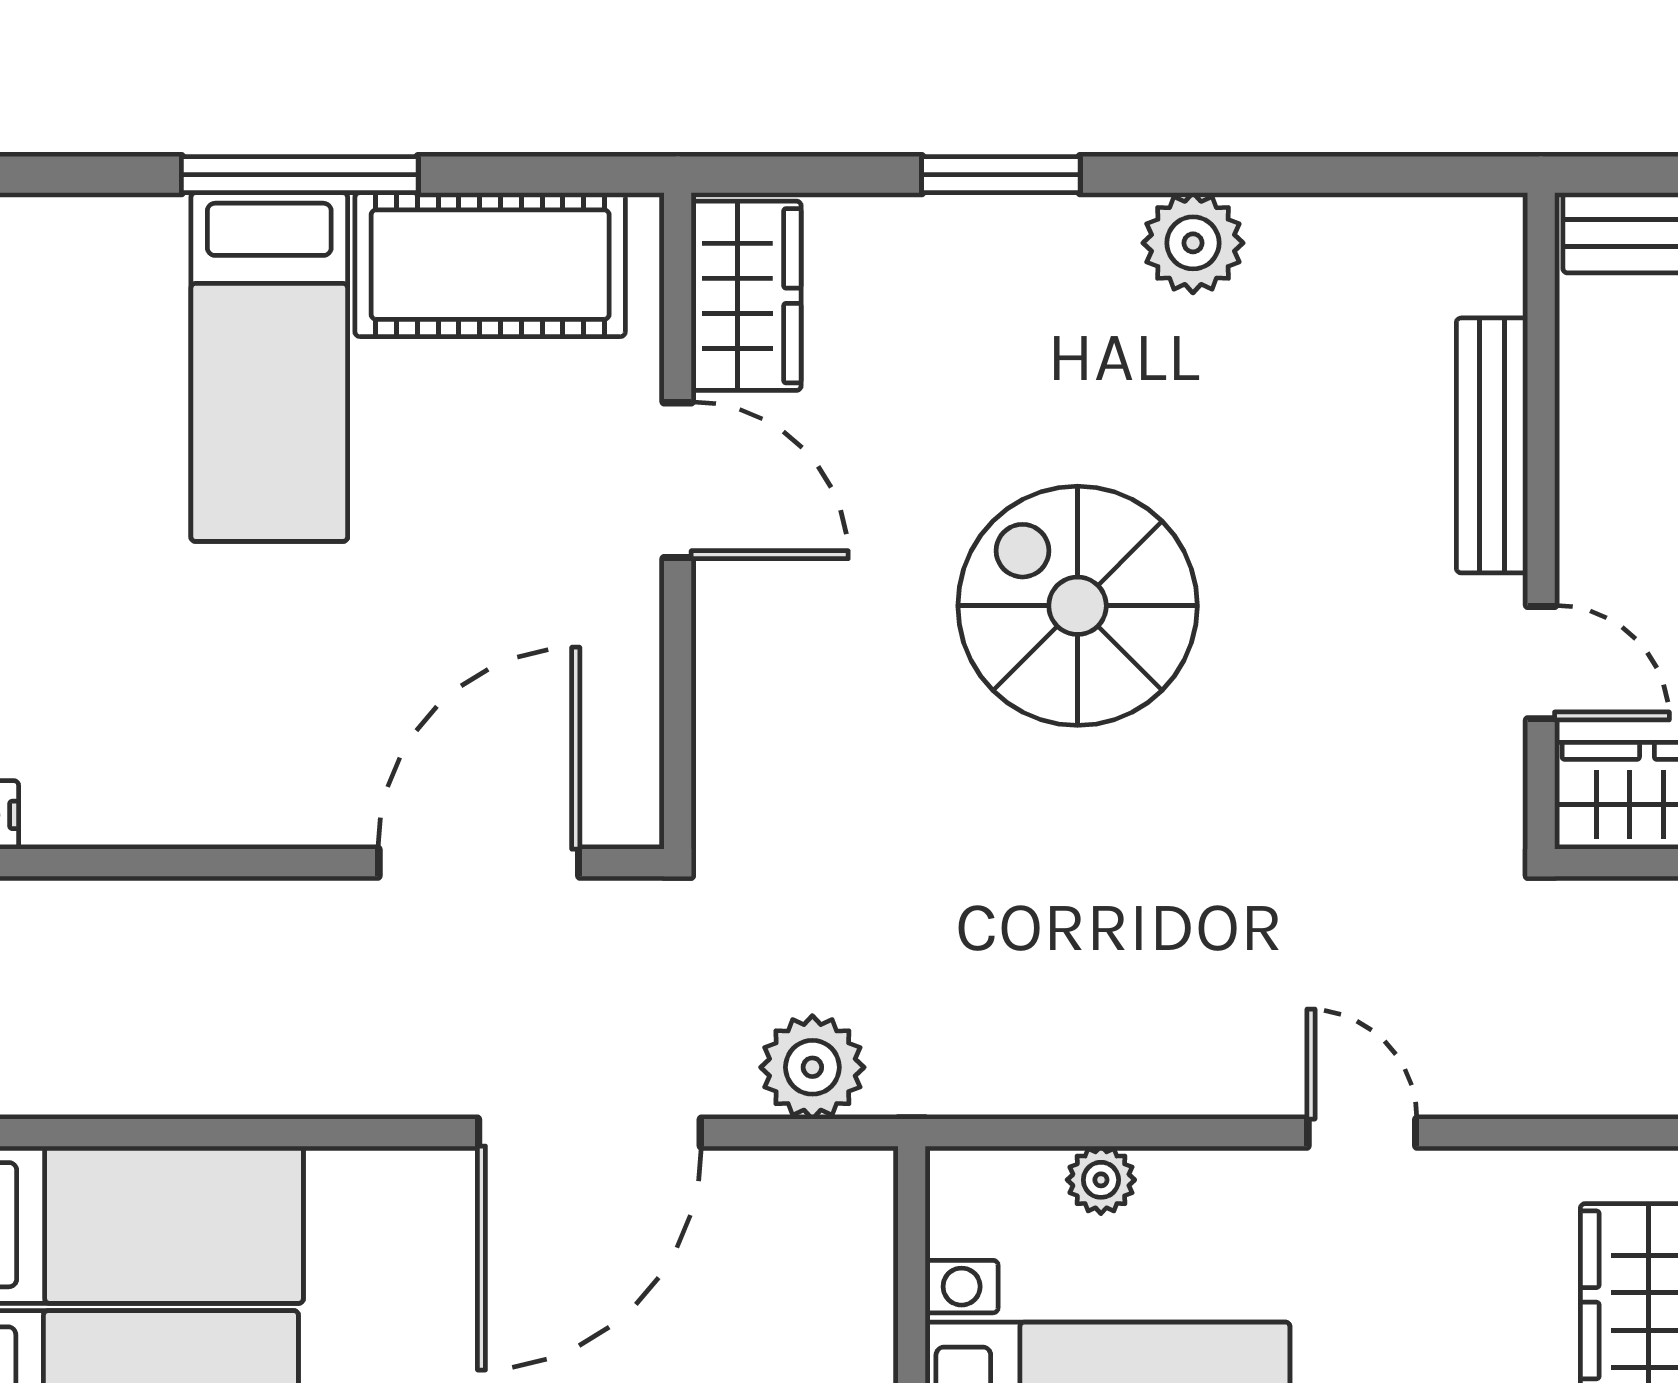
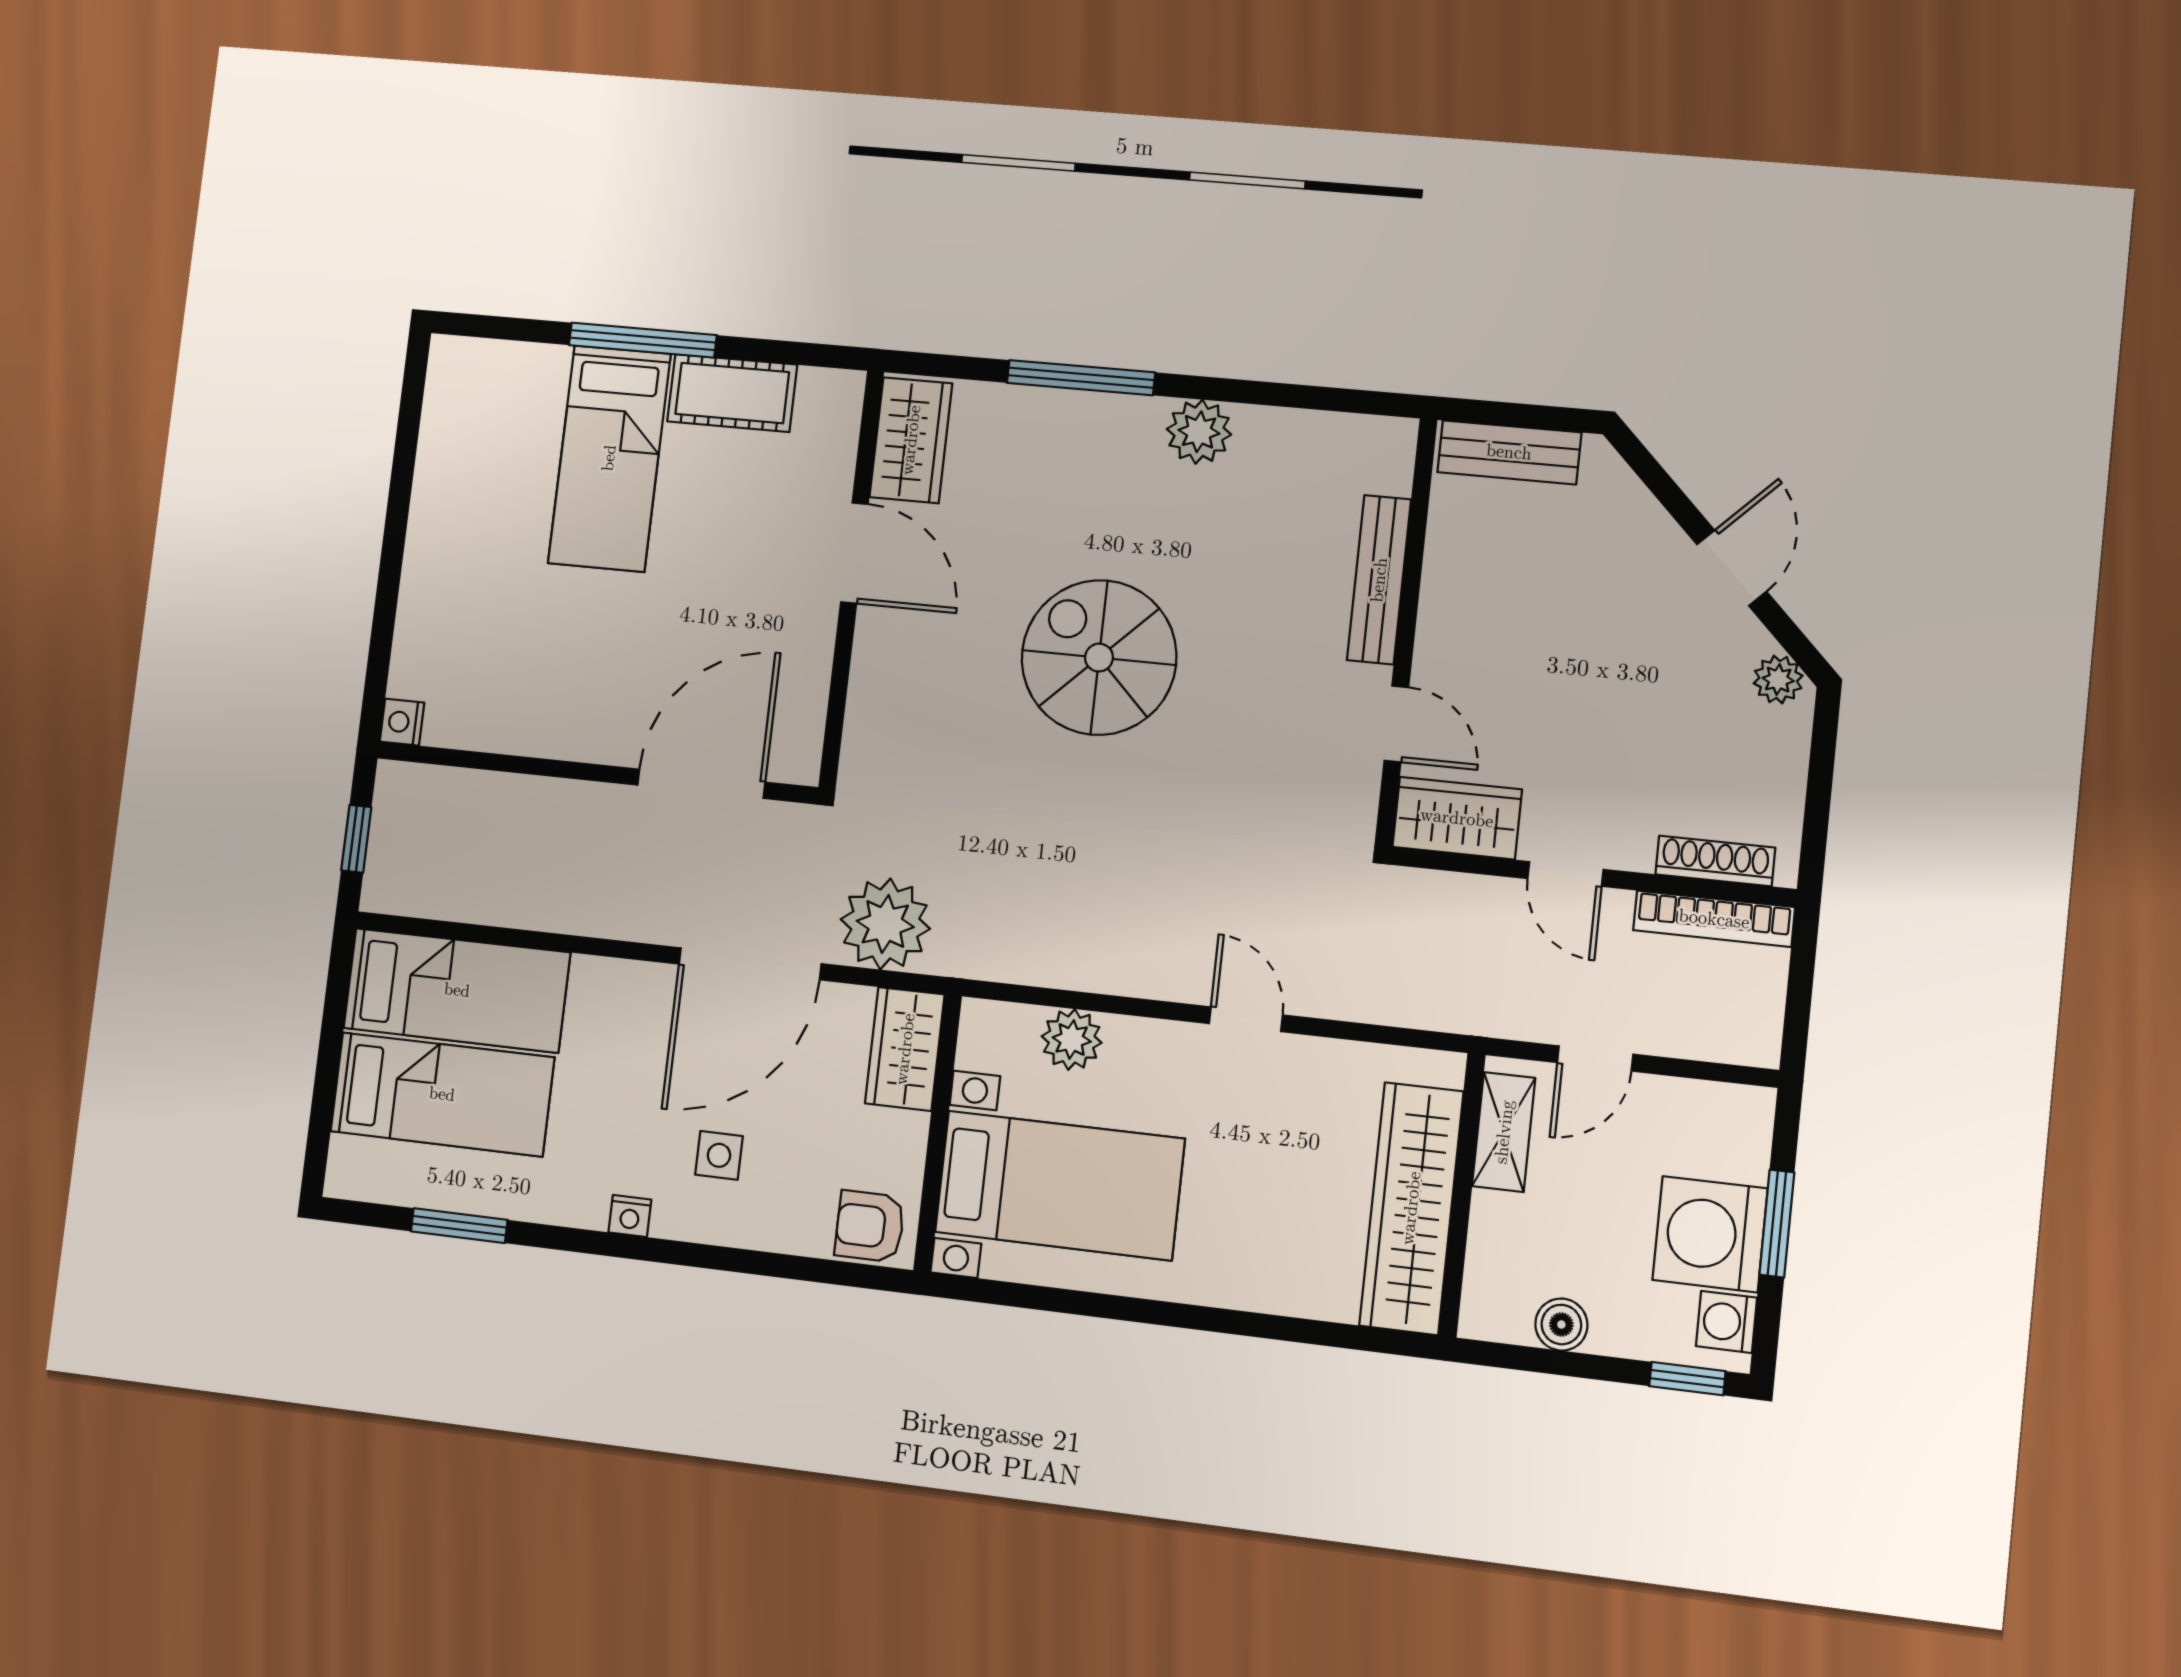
window: (1001, 175) -> (1081, 378), width x1.44
cot: (490, 265) -> (732, 393), width x0.73, depth x0.75
plant: (812, 1067) -> (885, 924), width x1.36, depth x1.36
plant: (1101, 1180) -> (1072, 1039), width x1.38, depth x1.38
wardrobe: (846, 1236) -> (905, 1049), added

